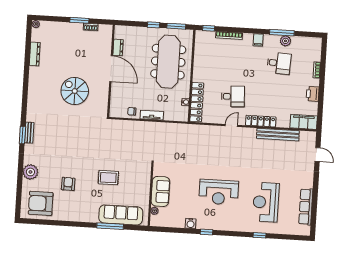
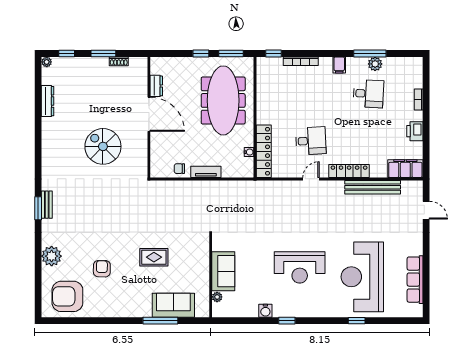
window: (51, 19) -> (67, 53), added
reception desk: (266, 202) -> (362, 277), width x1.36, depth x1.30
sofa: (121, 215) -> (173, 305), width x0.73

